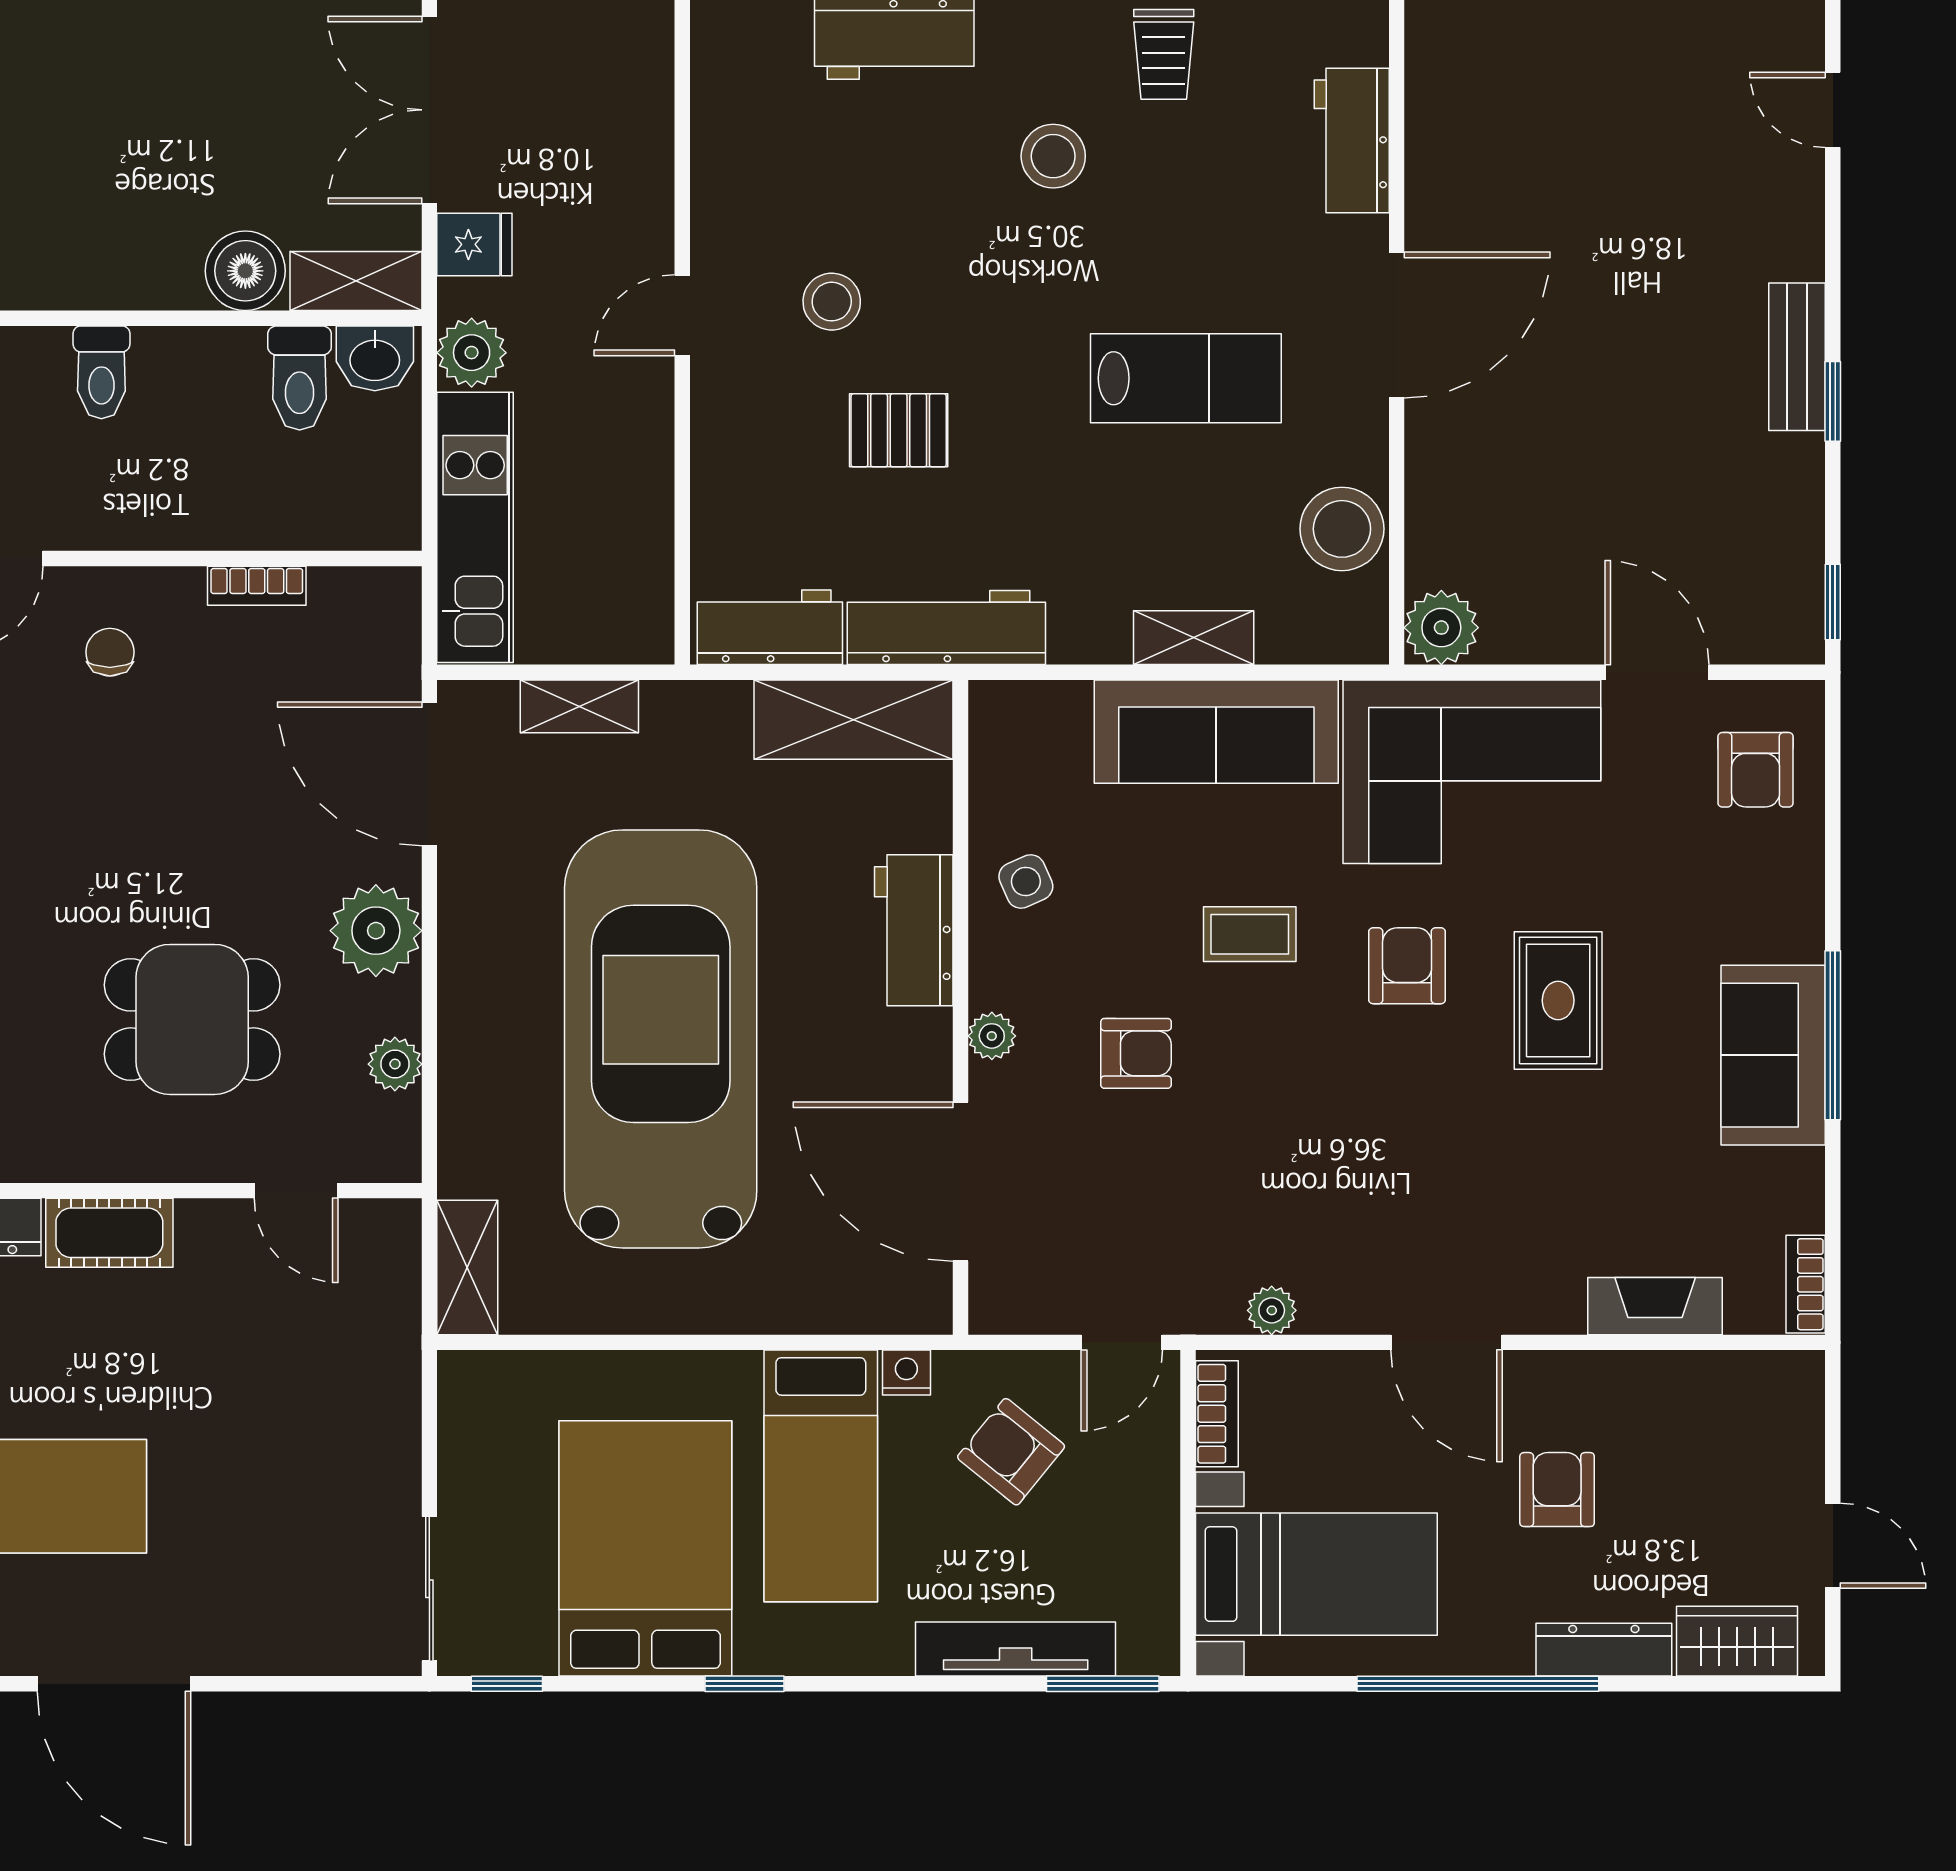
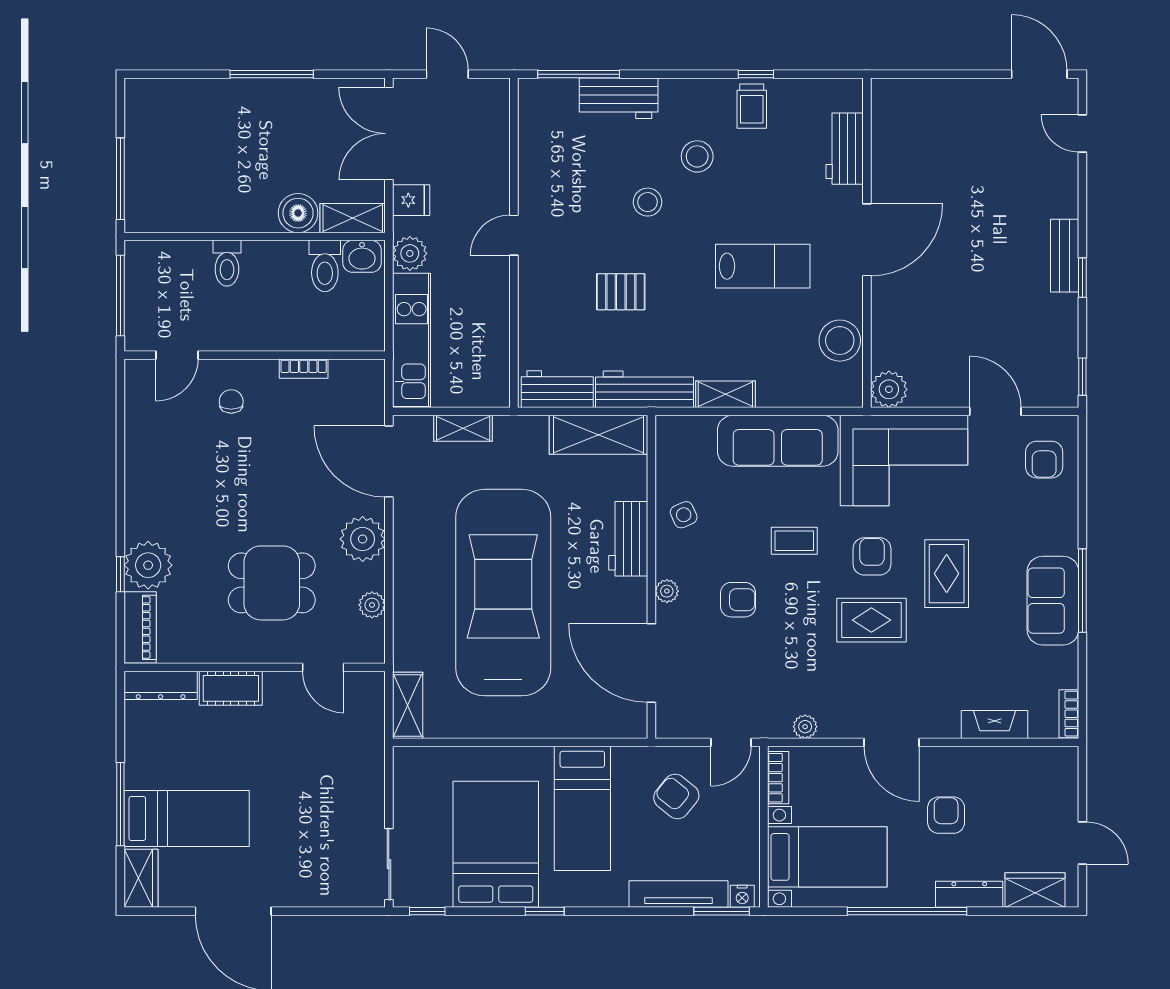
stool: (832, 302) -> (648, 202), moved
shelving: (1194, 638) -> (725, 394), moved
rug: (1406, 1095) -> (871, 620), added
nightstand: (906, 1372) -> (742, 896), moved, turned 180

